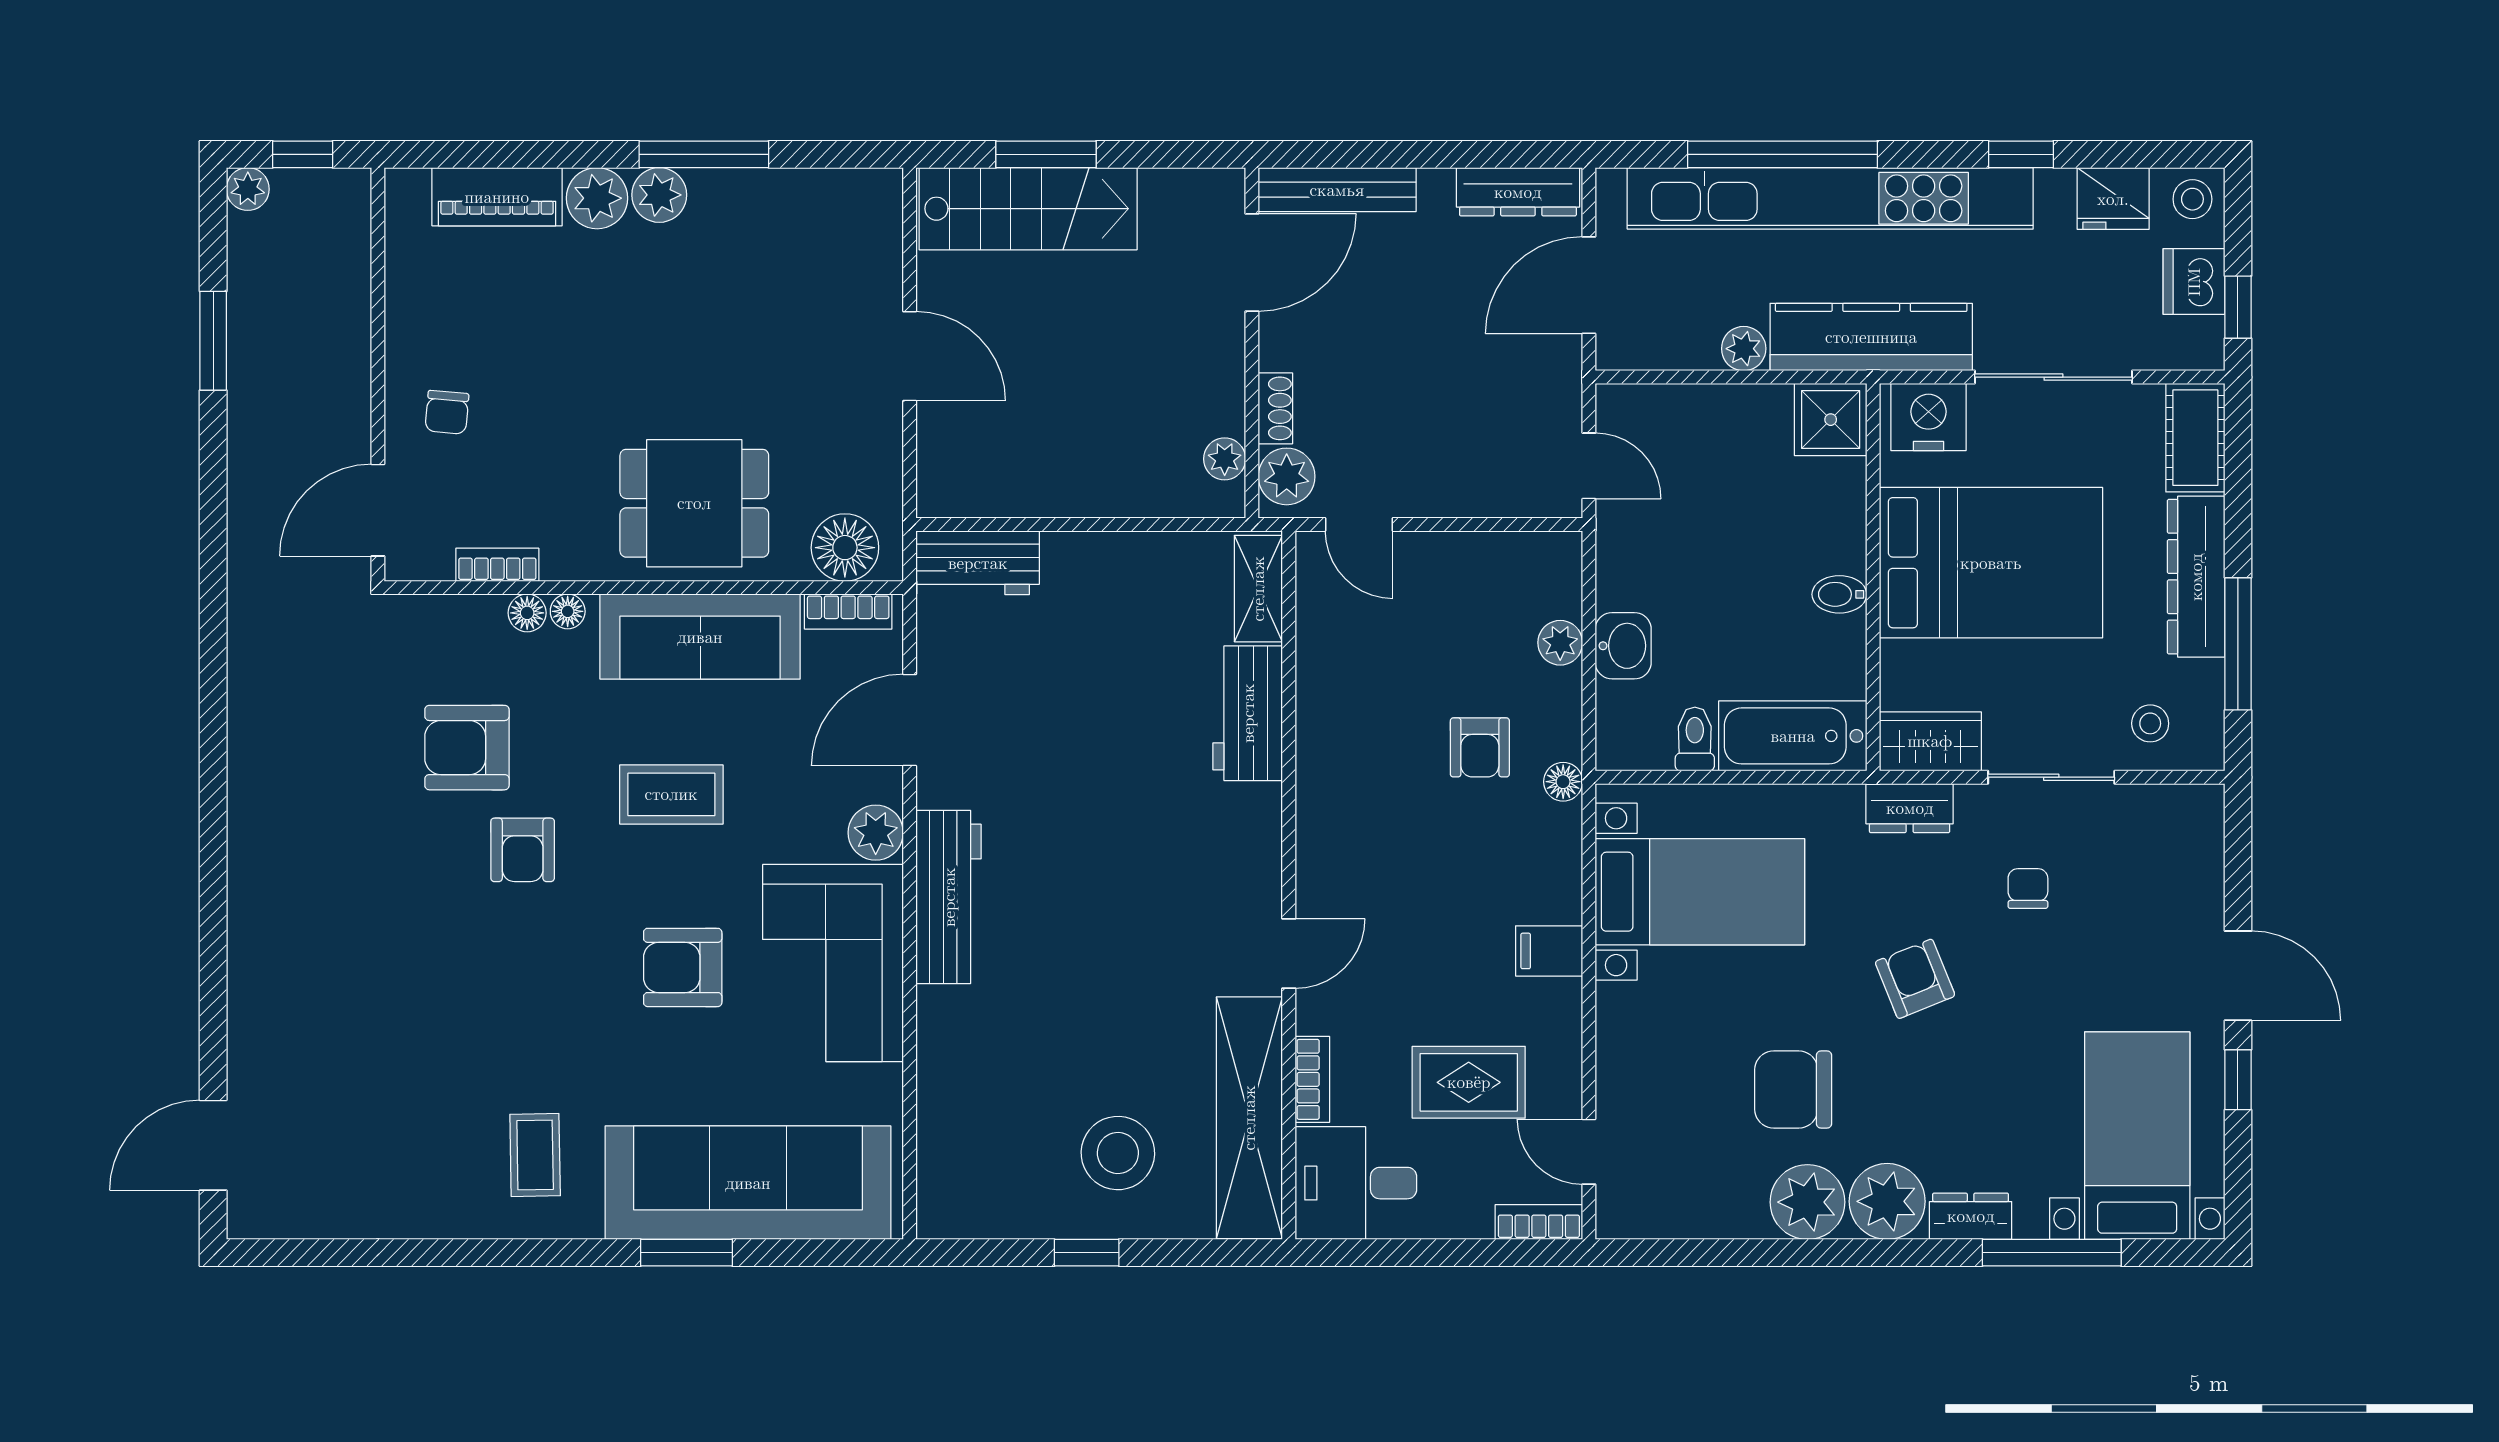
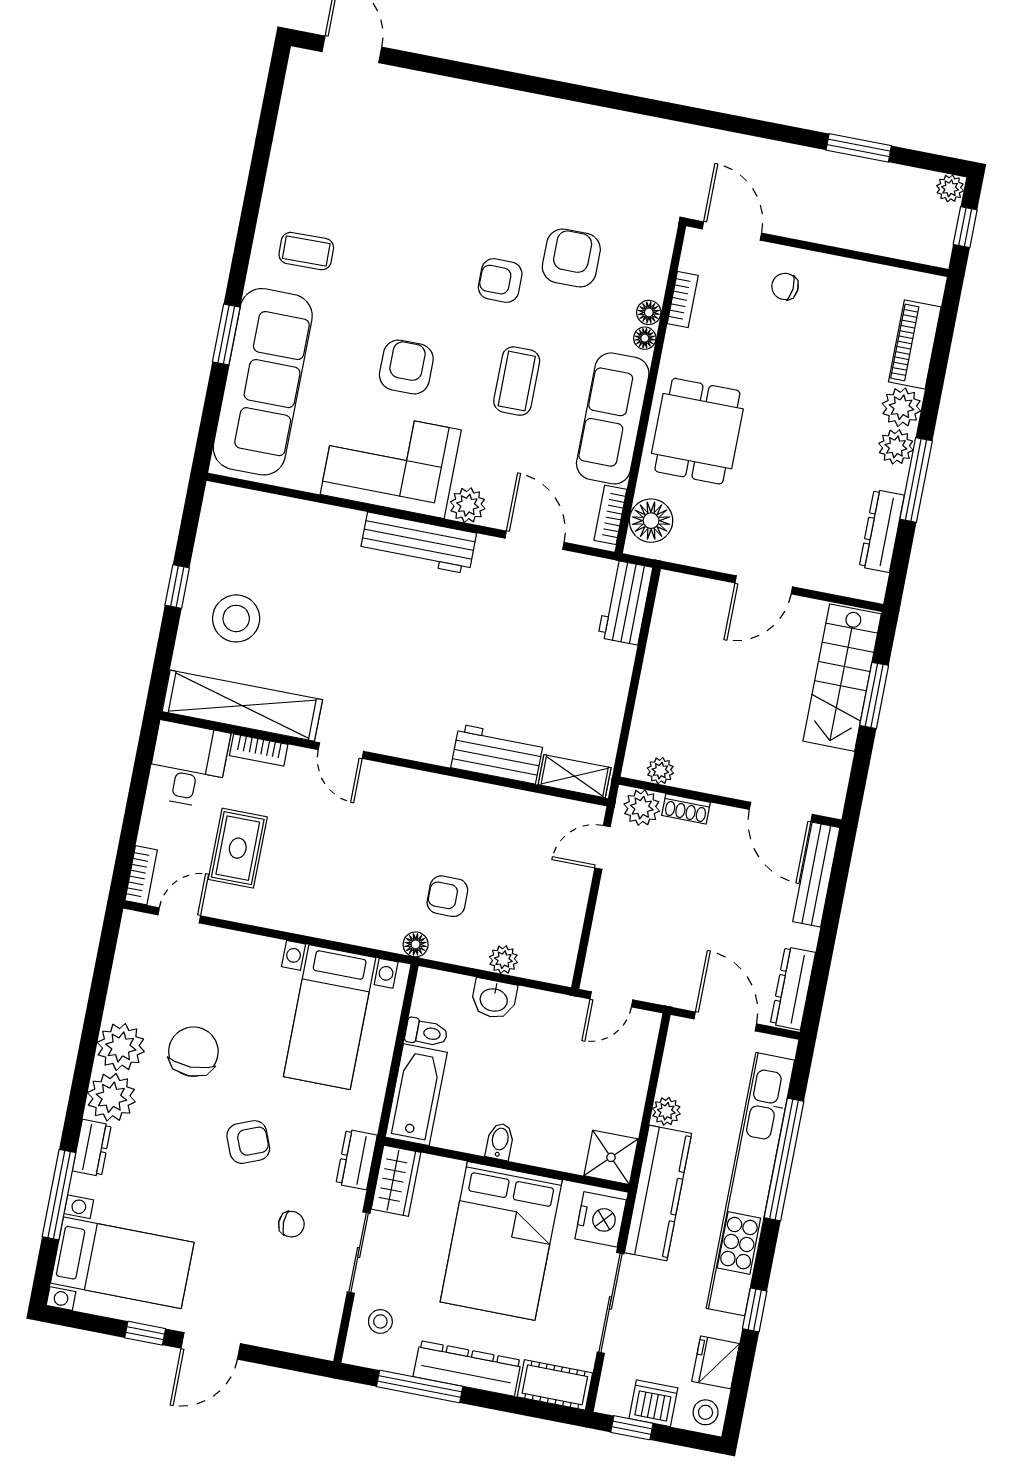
dresser: (792, 192) -> (882, 531), added
filing cabinet: (1549, 951) -> (311, 915), removed

